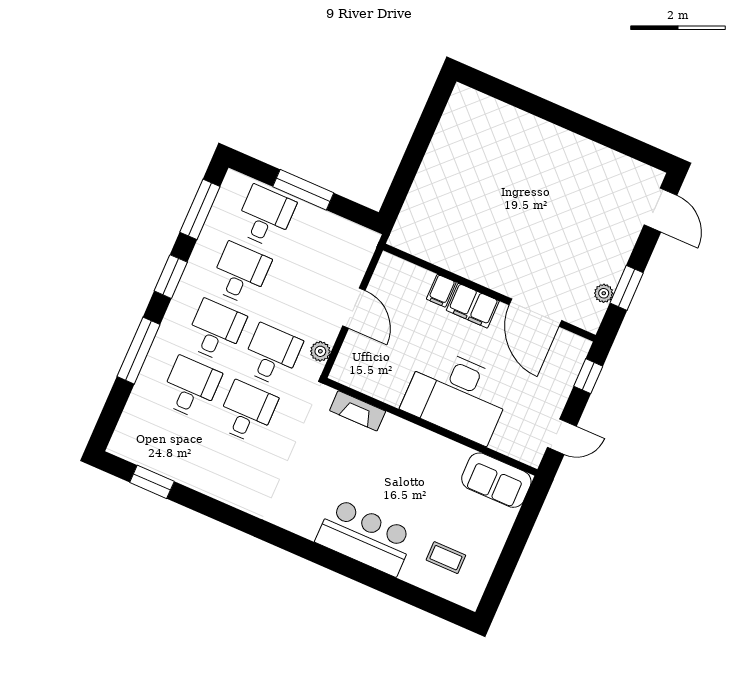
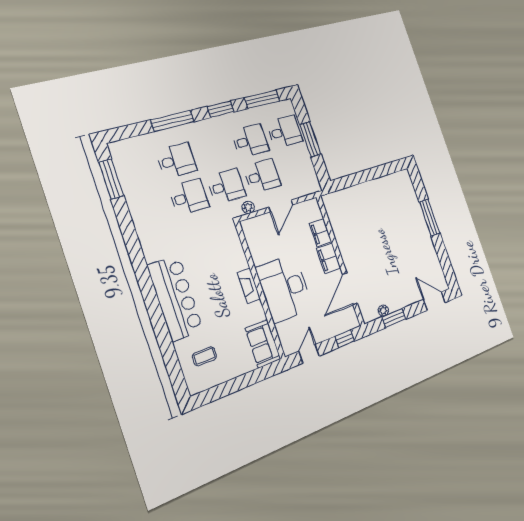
window: (549, 111) -> (430, 217), added
door: (660, 210) -> (434, 301), swing flipped
filing cabinet: (441, 291) -> (320, 233), width x2.00
desk: (216, 331) -> (262, 176), moved
fireplace: (358, 411) -> (249, 286), moved
door: (562, 437) -> (309, 354), swing flipped
window: (152, 482) -> (111, 179), width x1.44
bar counter: (365, 537) -> (175, 298), width x1.36
coffee table: (446, 558) -> (204, 356), turned 90

